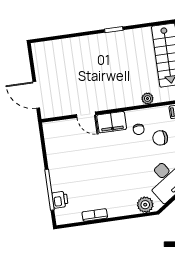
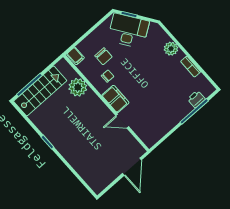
plant: (147, 98) -> (78, 87), width x1.88, depth x1.88
door: (86, 115) -> (122, 121), swing flipped
plant: (145, 205) -> (171, 49), moved

